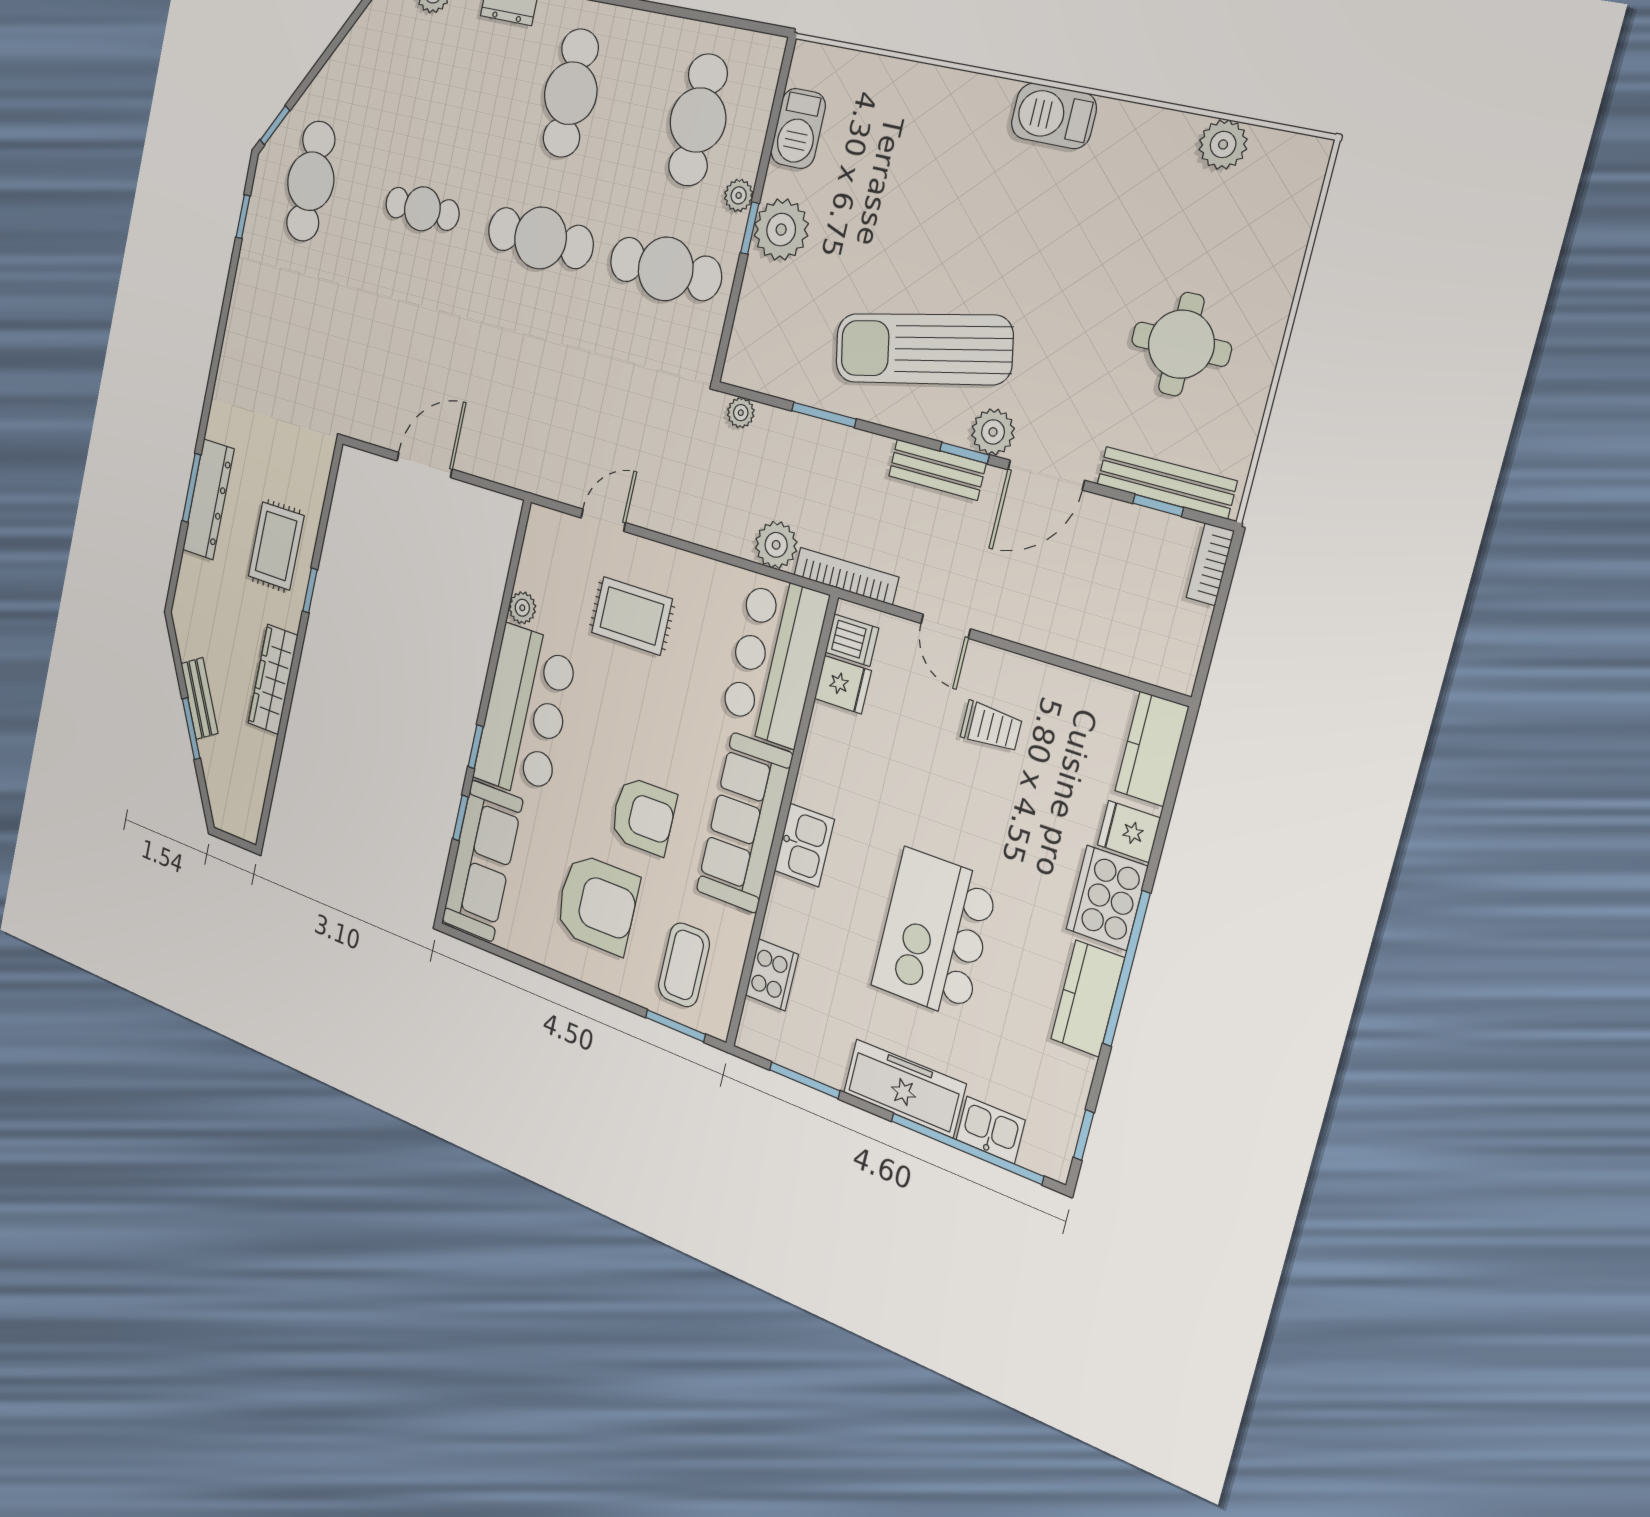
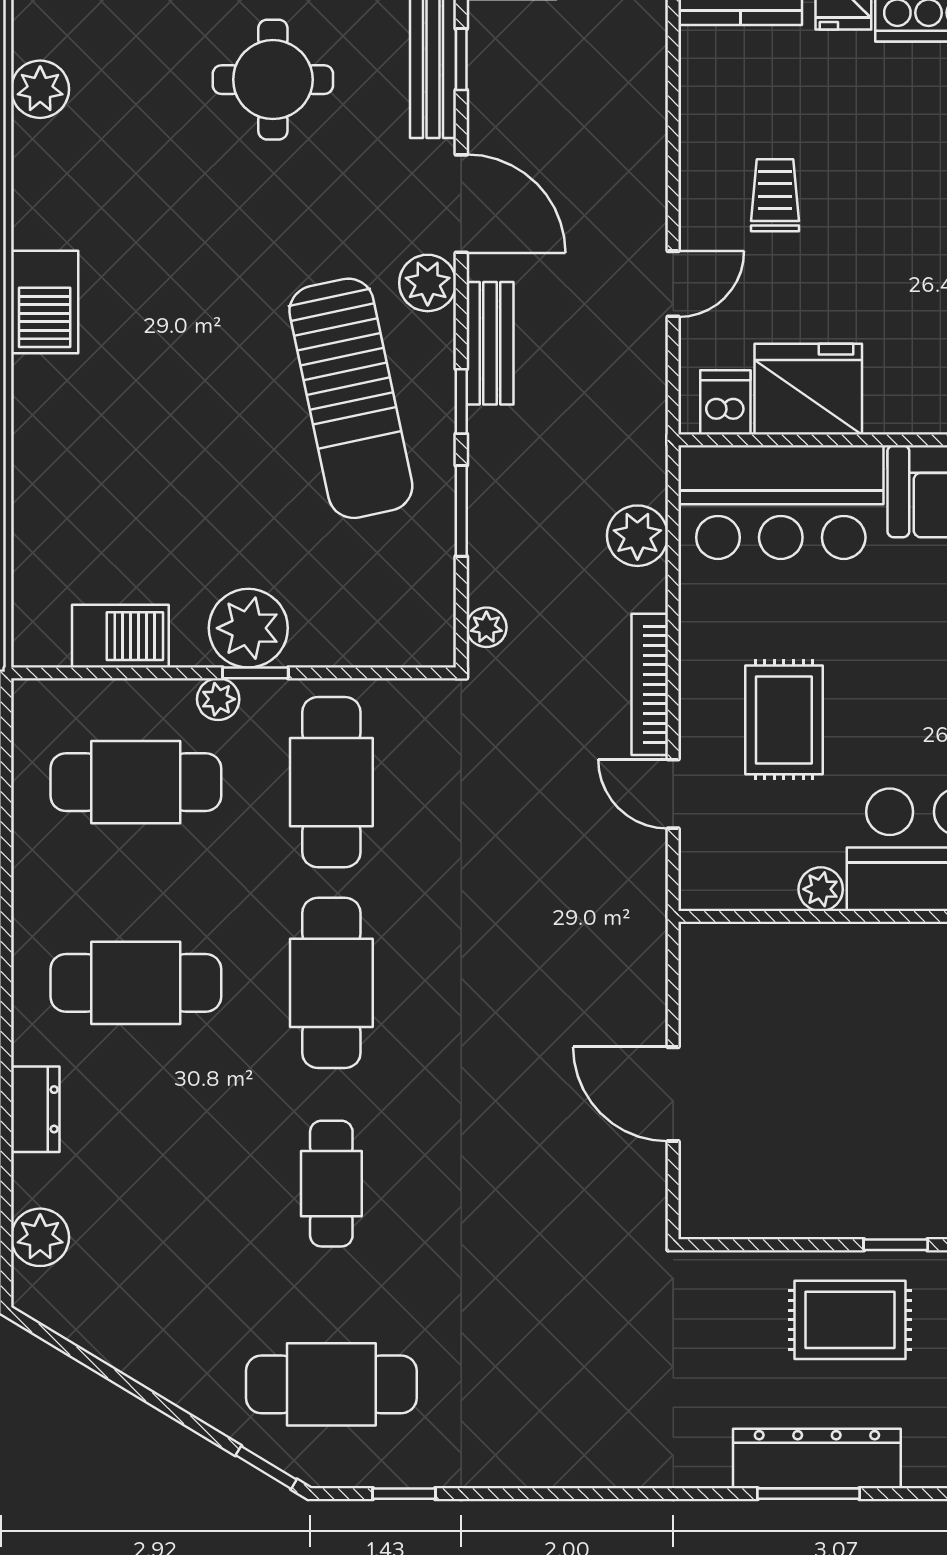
window: (964, 453) -> (461, 401), moved
bookcase: (846, 576) -> (650, 684), moved
fridge: (843, 685) -> (808, 389), width x1.88, depth x1.34

